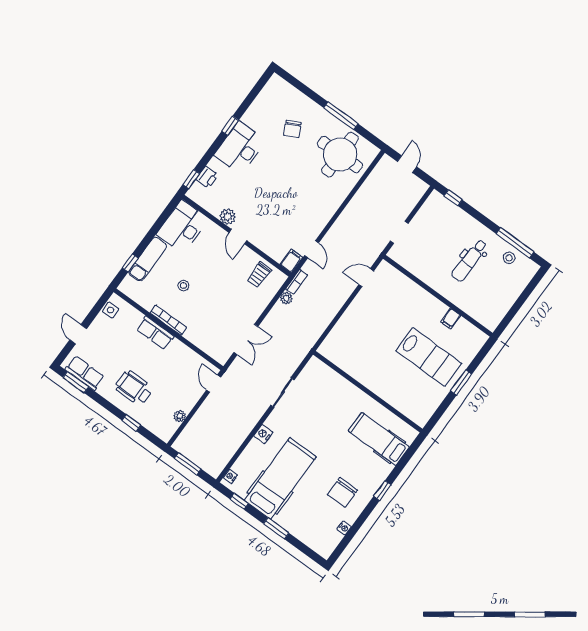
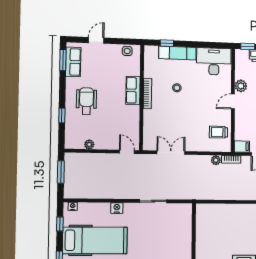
double door: (246, 339) -> (171, 153), swing flipped
door: (214, 384) -> (127, 152), hinge flipped

